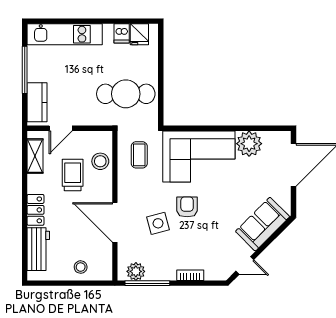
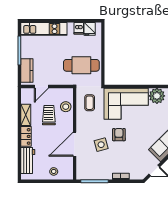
shelving: (35, 156) -> (26, 115), moved
door: (115, 222) -> (75, 144), hinge flipped
plant: (136, 271) -> (88, 174), removed

